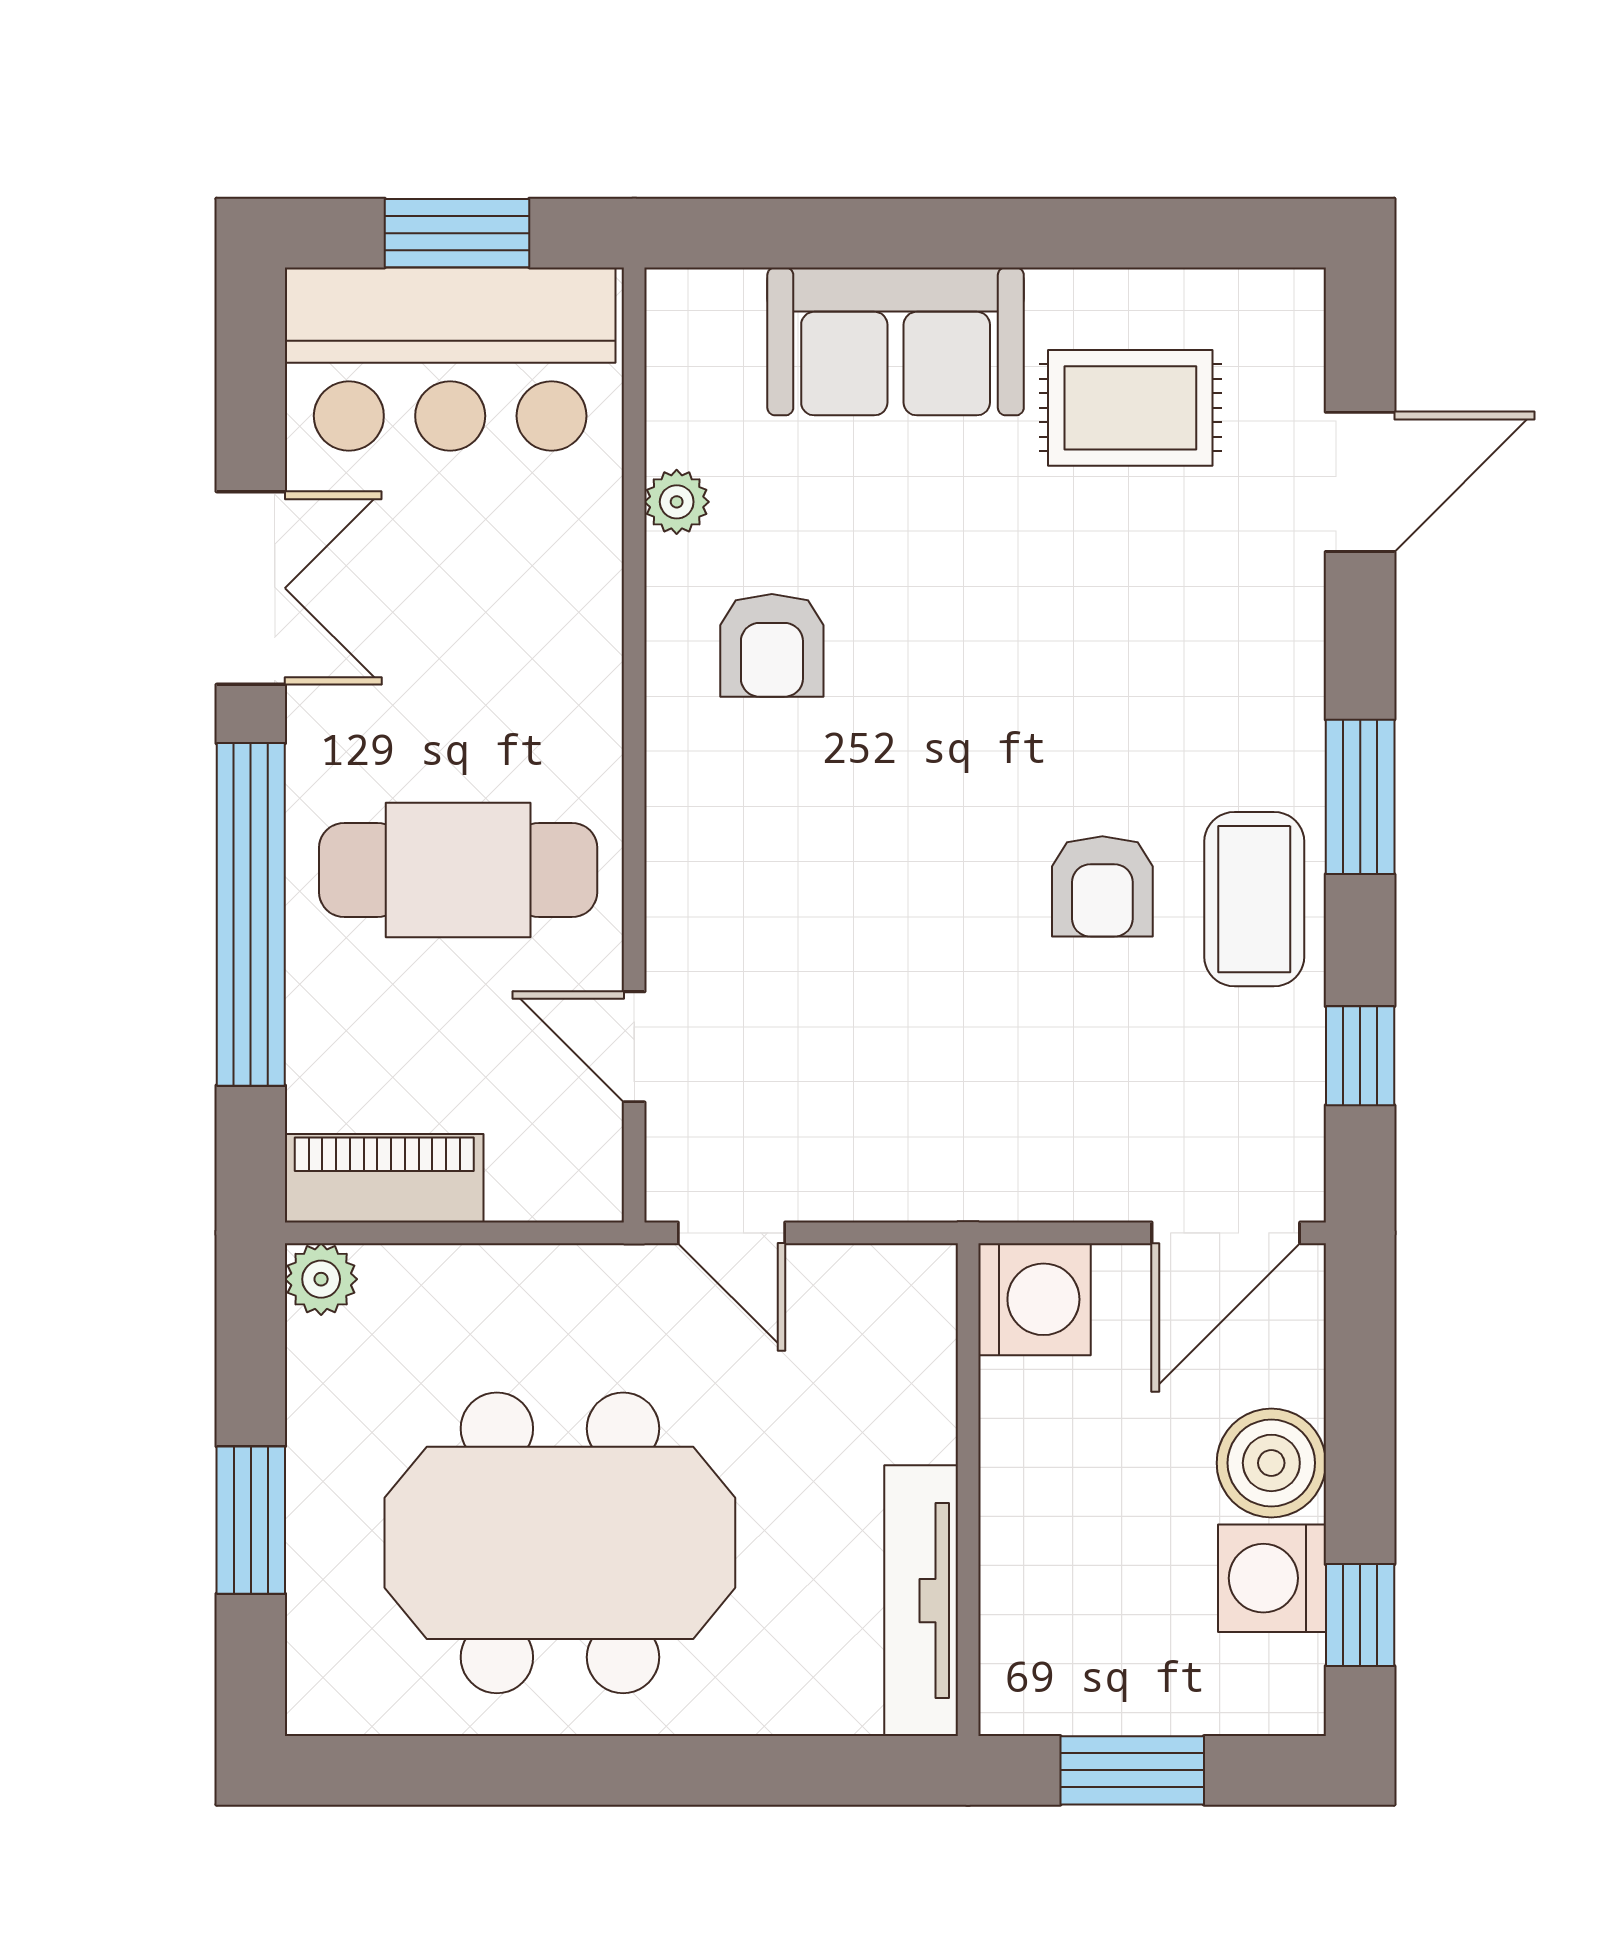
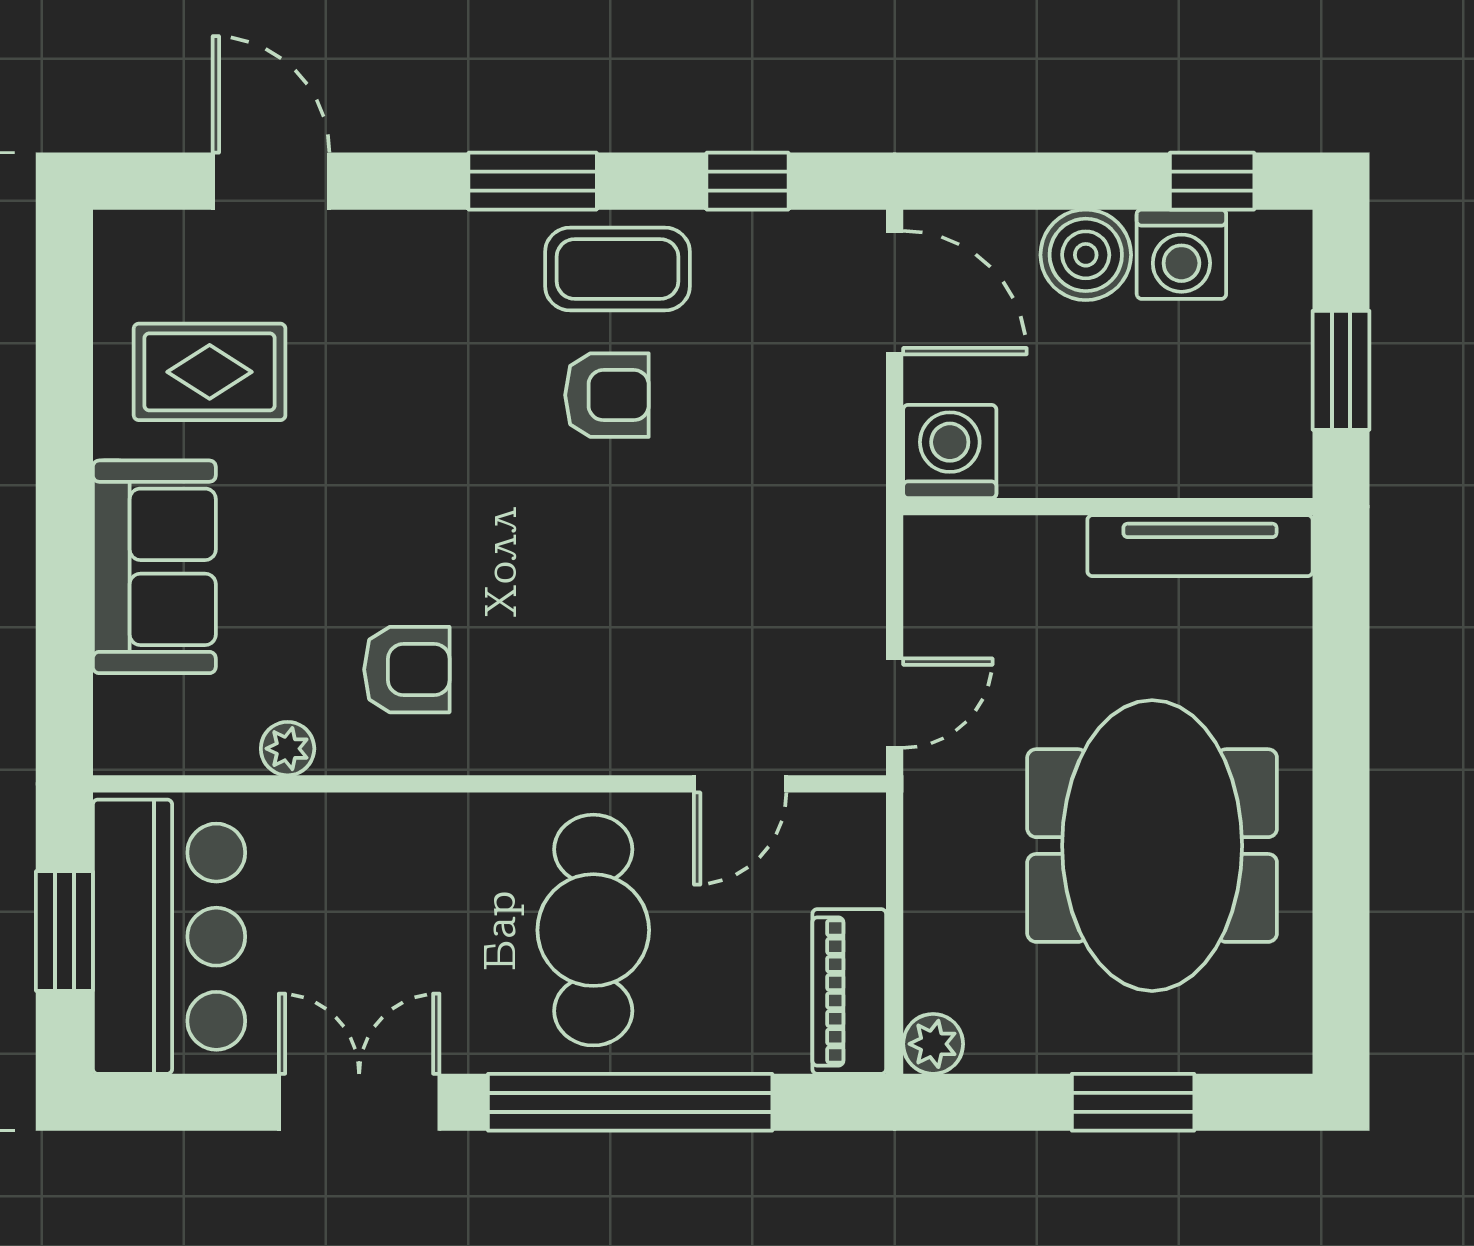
rug: (1130, 408) -> (210, 372), turned 90

